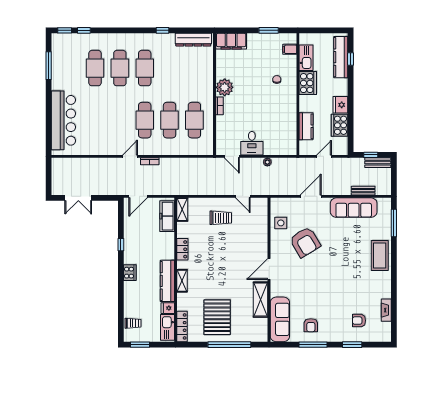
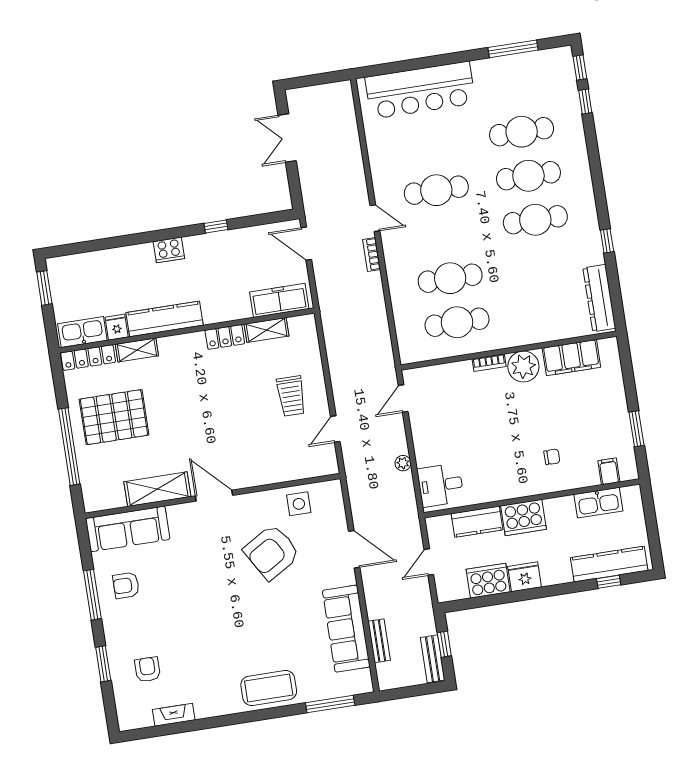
filing cabinet: (231, 41) -> (571, 358), moved, turned -90
cooker: (308, 83) -> (524, 518), moved
cafe table: (145, 120) -> (436, 190), moved
desk: (252, 143) -> (441, 485), moved
door: (324, 156) -> (429, 562), swing flipped
shelving: (182, 210) -> (267, 330), moved
shelving: (182, 281) -> (137, 350), moved
trolley: (133, 323) -> (80, 270), removed

